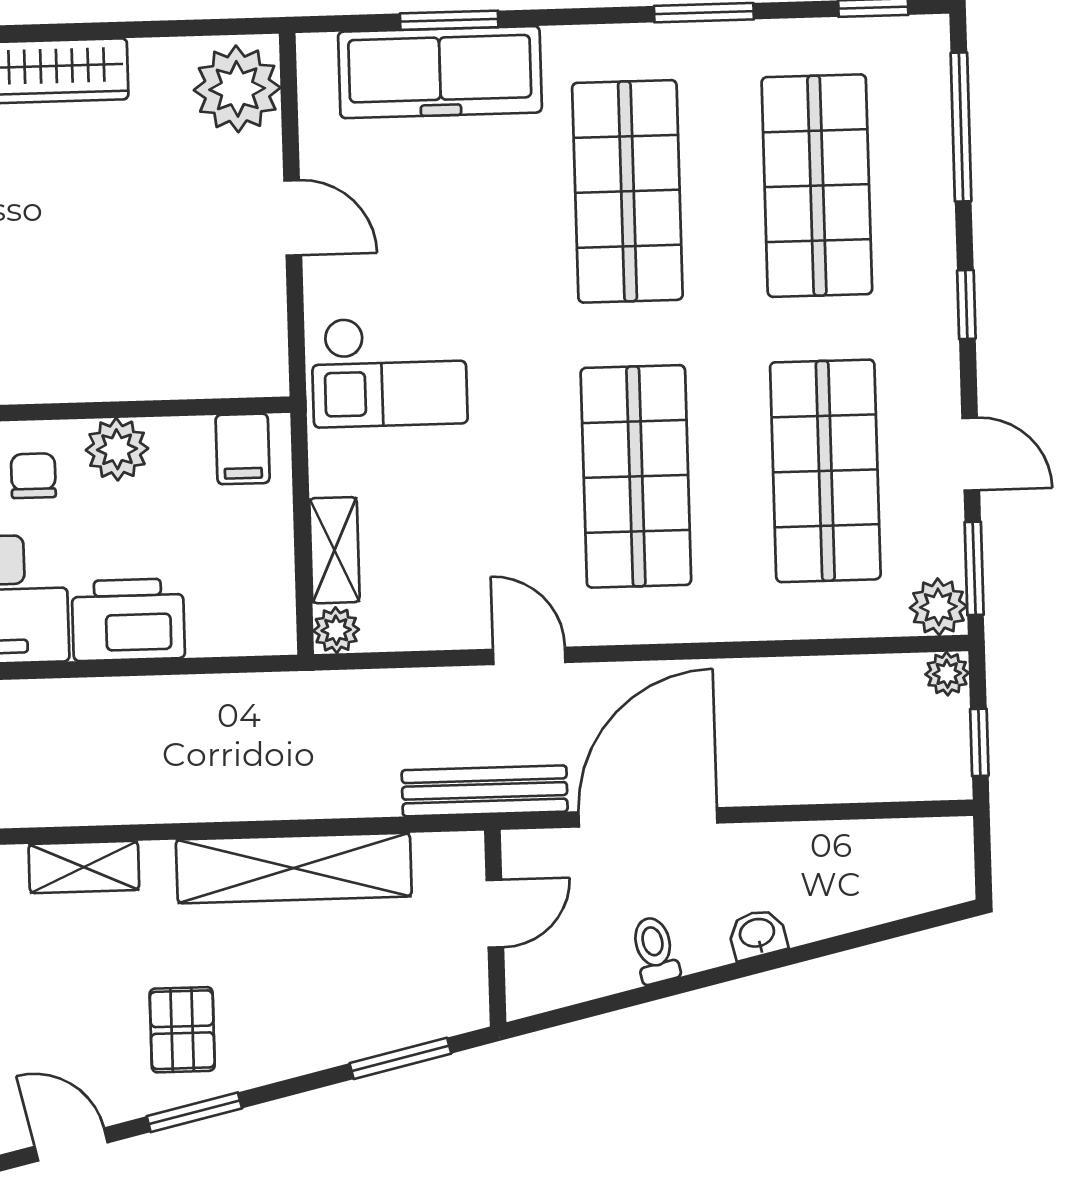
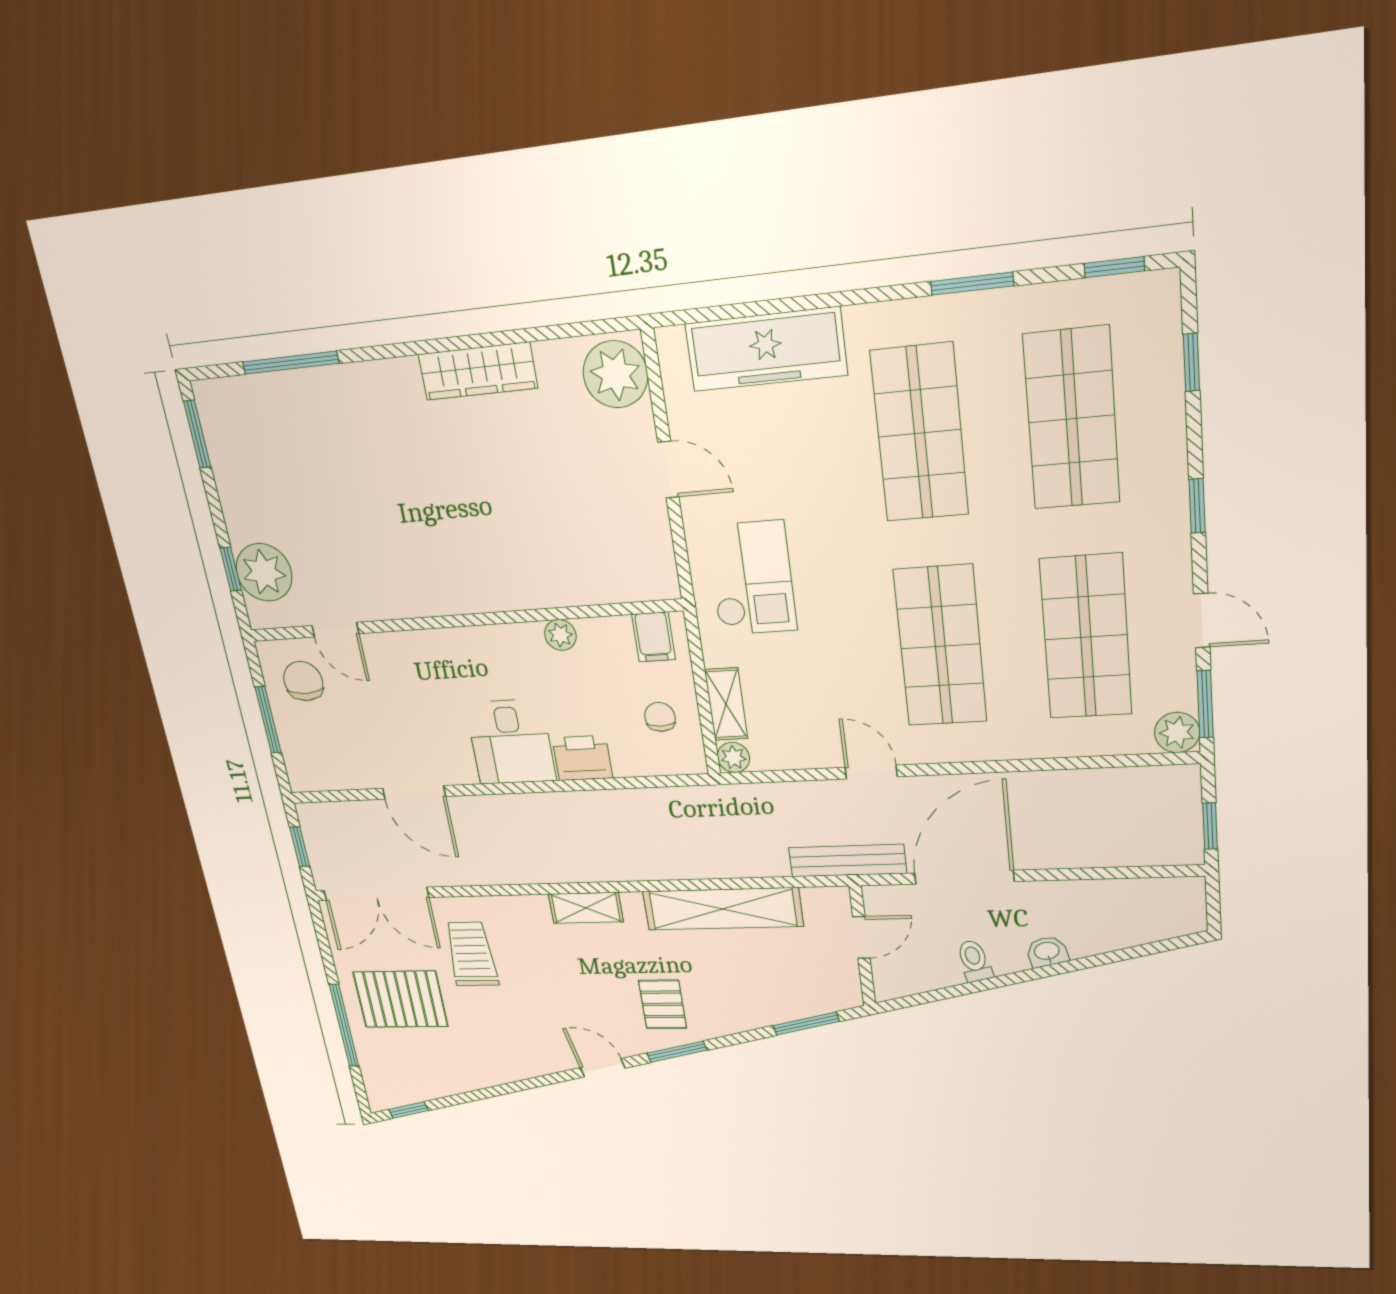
window: (449, 20) -> (769, 307), removed
window: (961, 127) -> (1191, 362), width x0.46
checkout: (389, 371) -> (751, 578), turned -90
plant: (117, 449) -> (560, 635), width x0.73, depth x0.73
chair: (33, 476) -> (660, 717), moved
printer: (128, 620) -> (582, 758), width x0.73, depth x0.84
plant: (947, 674) -> (1185, 779), removed

